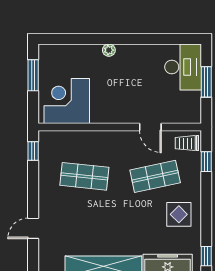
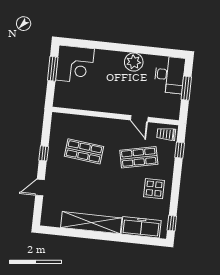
plant: (109, 50) -> (134, 62), moved, width x1.88, depth x1.88
corner desk: (67, 101) -> (75, 64), moved, turned 180
window: (33, 151) -> (44, 153), moved

